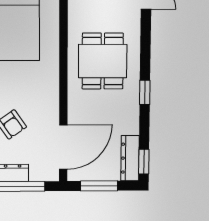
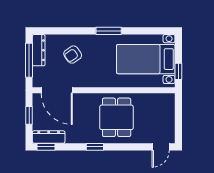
dining table: (103, 61) -> (117, 117), turned 90
window: (99, 186) -> (29, 115), width x0.67

